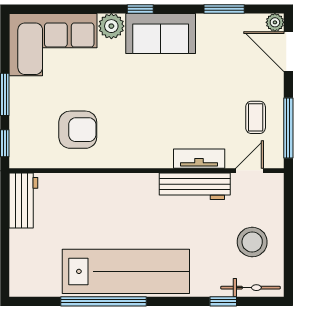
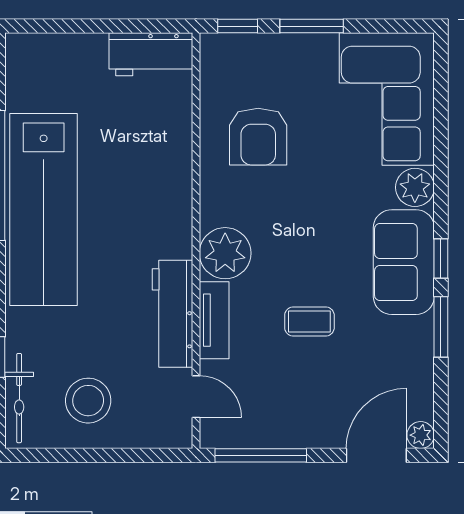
window: (140, 9) -> (441, 258), moved
window: (224, 9) -> (441, 327), moved
coffee table: (256, 117) -> (309, 322), moved
plant: (155, 152) -> (225, 253), added

